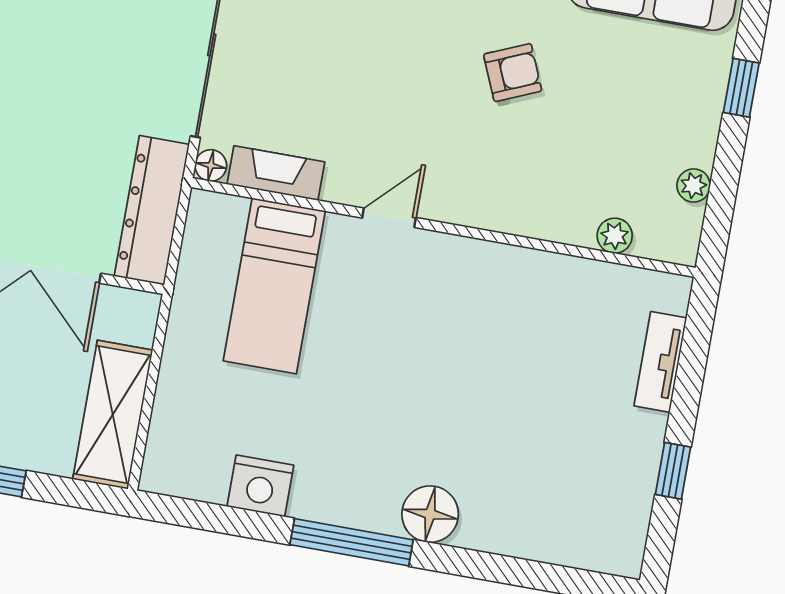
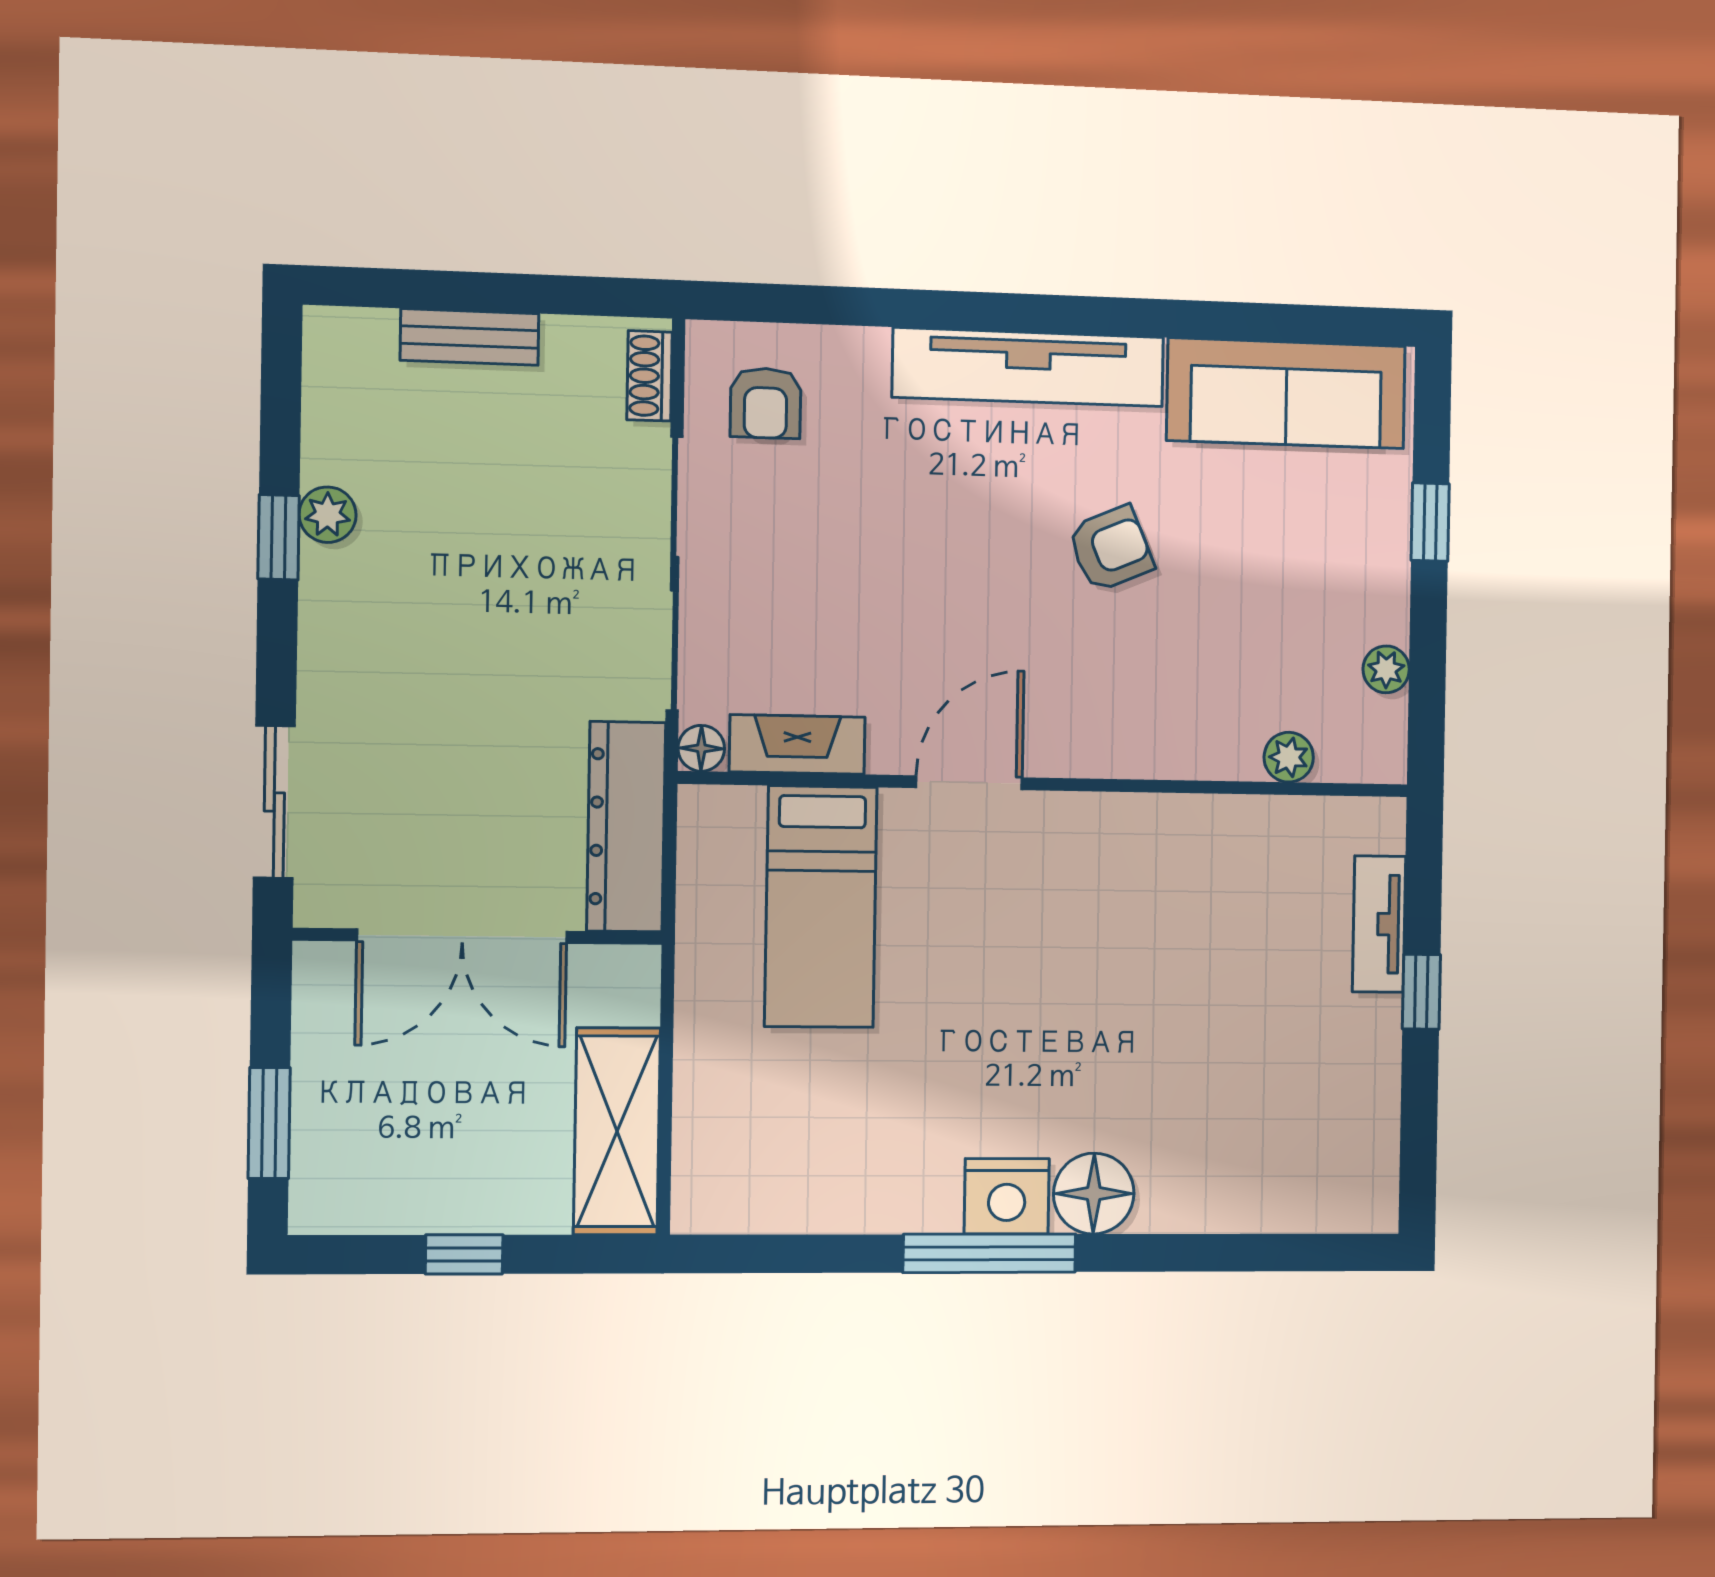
door: (389, 218) -> (969, 783), width x1.38
window: (673, 471) -> (1421, 992), moved
nightstand: (260, 486) -> (1007, 1196), moved

